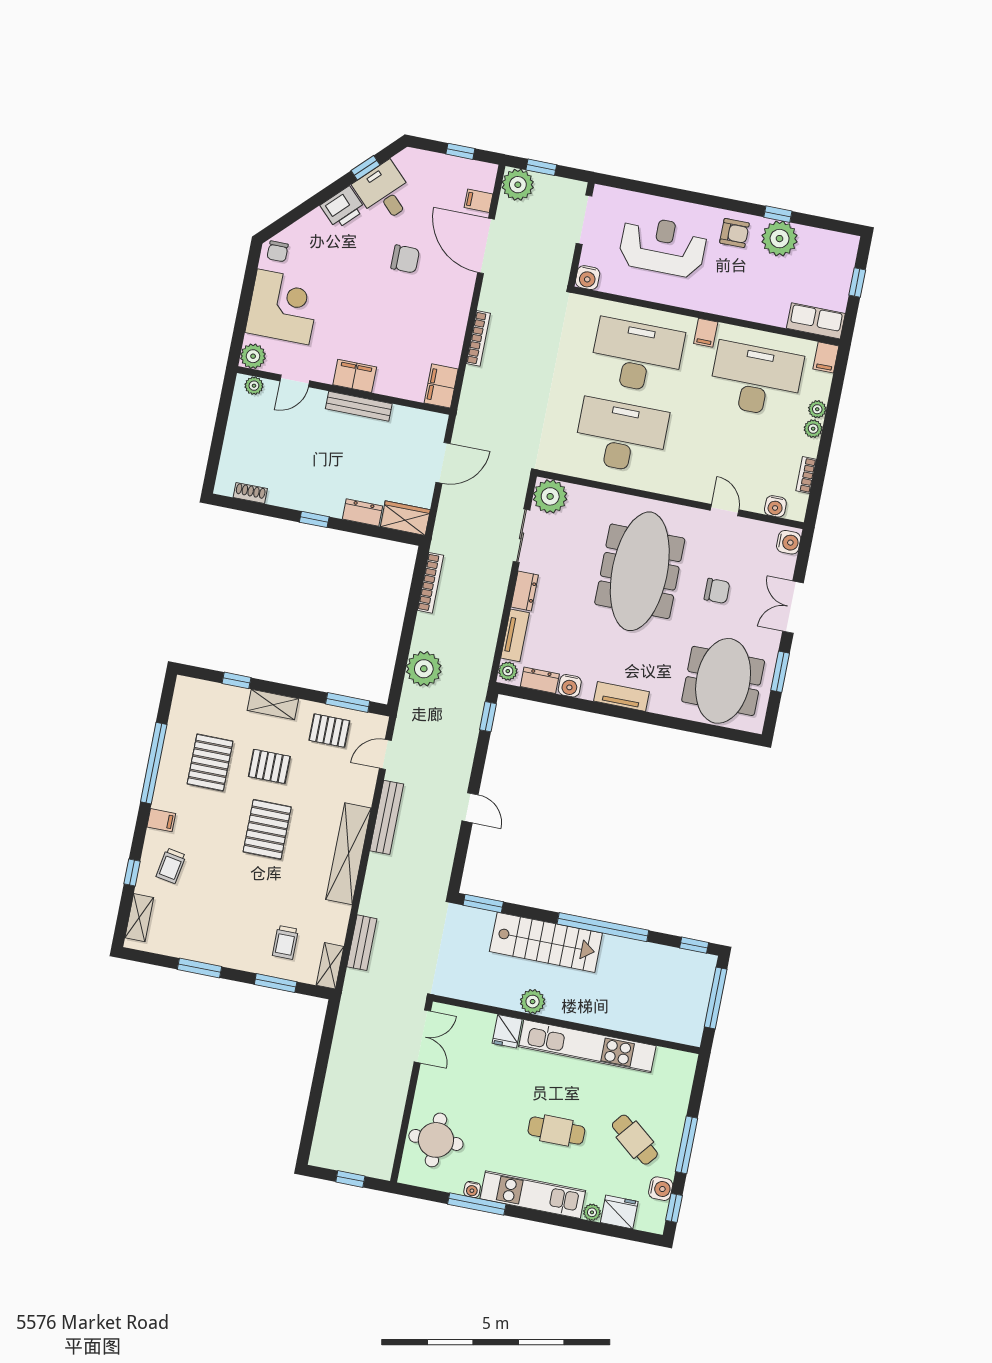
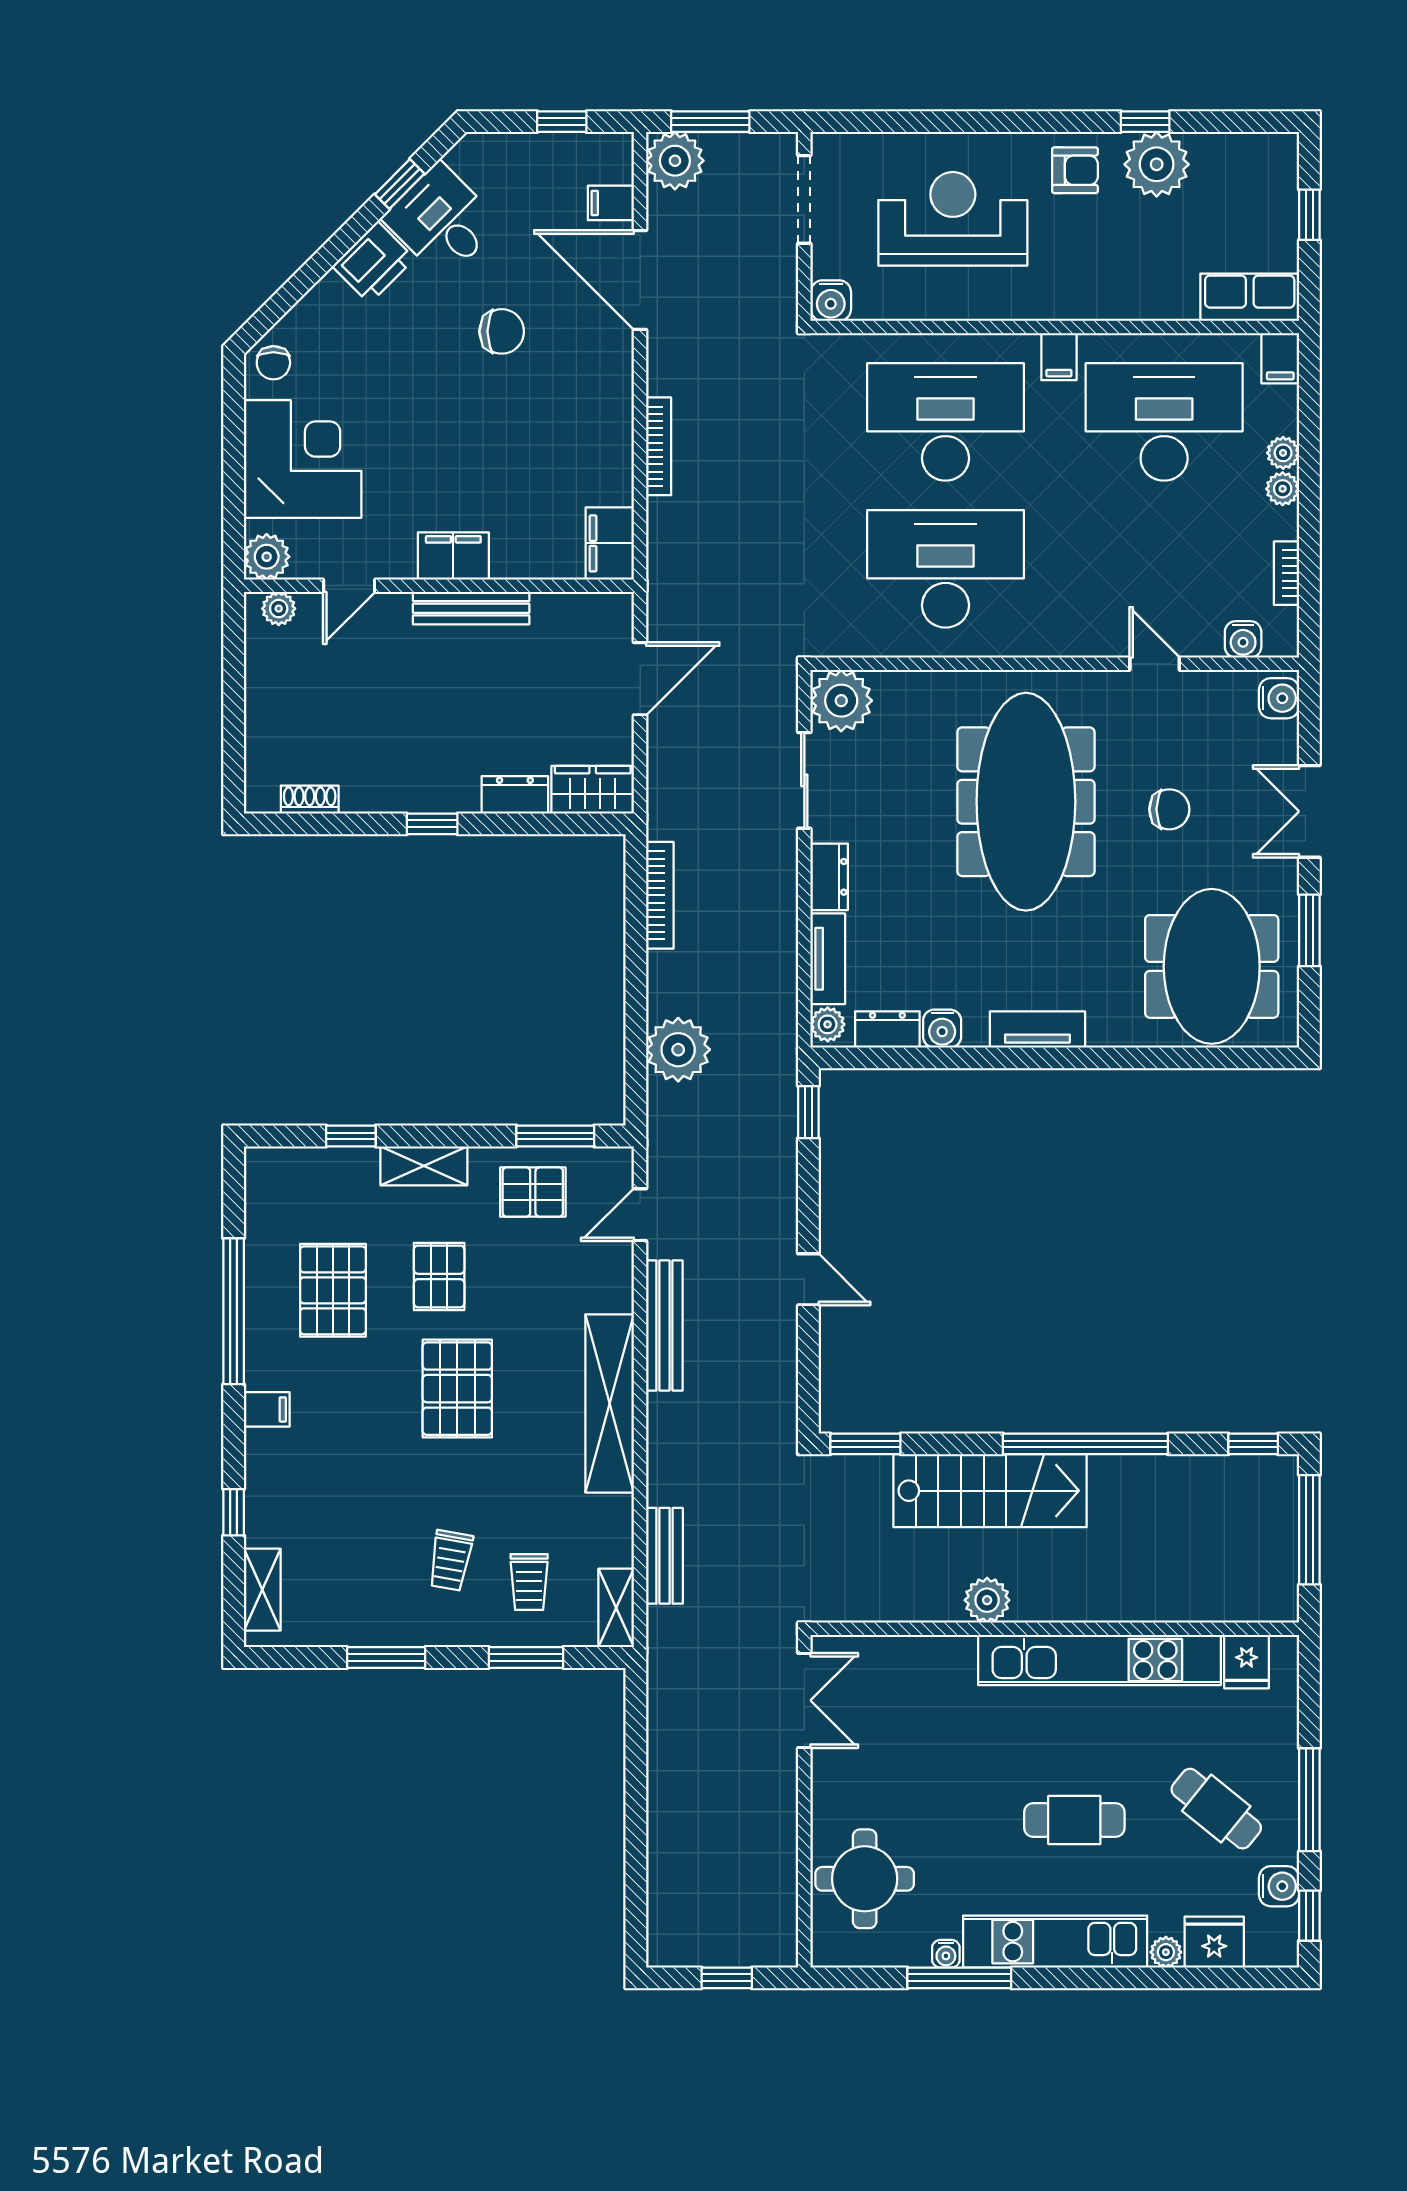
window: (541, 167) -> (710, 122), width x1.50
pallet: (269, 766) -> (439, 1276), turned 90
trolley: (171, 866) -> (450, 1560), moved
fridge: (507, 1031) -> (1247, 1662), moved

